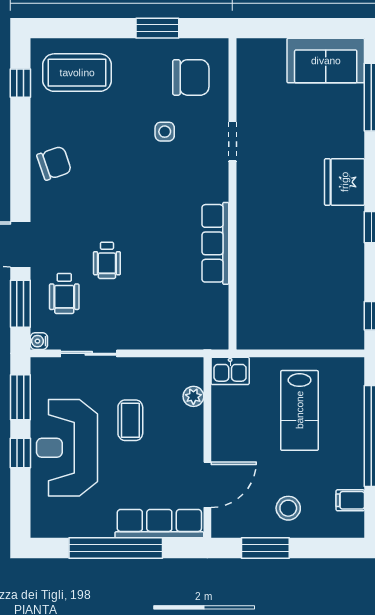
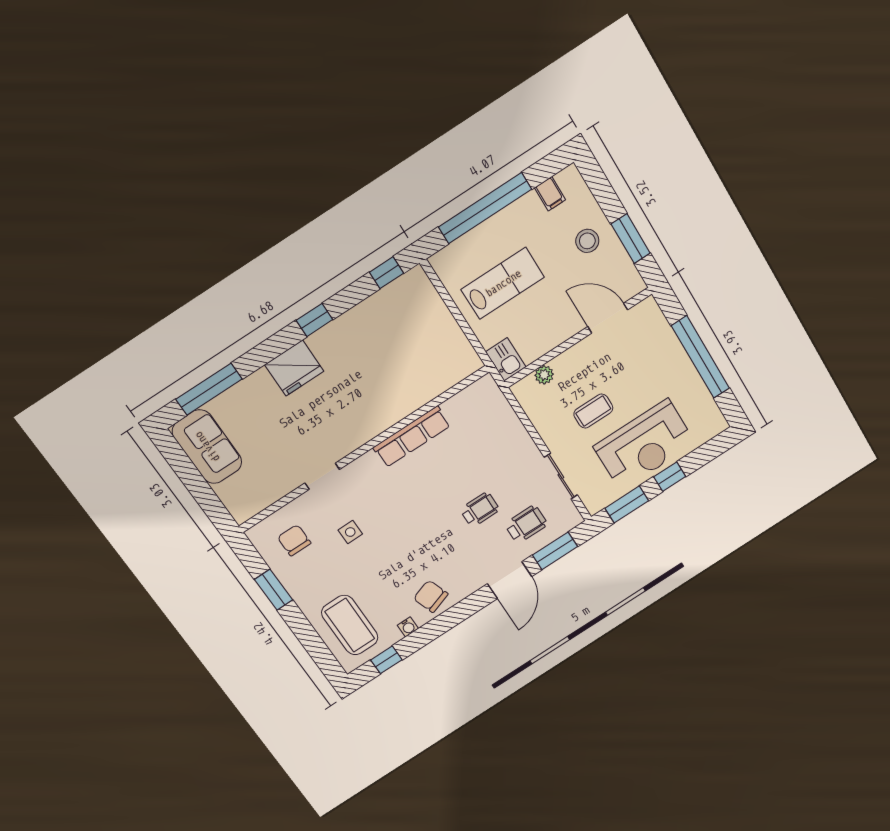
chair: (191, 77) -> (294, 540), width x0.73, depth x0.73
water cooler: (39, 341) -> (408, 627), moved
row of seats: (159, 524) -> (661, 336), removed

